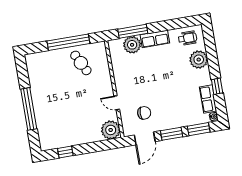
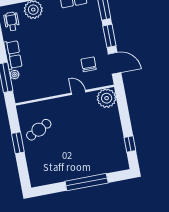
window: (68, 42) -> (18, 143), width x0.47
plant: (132, 45) -> (15, 75), width x0.53, depth x0.53
door: (117, 103) -> (79, 92), swing flipped

